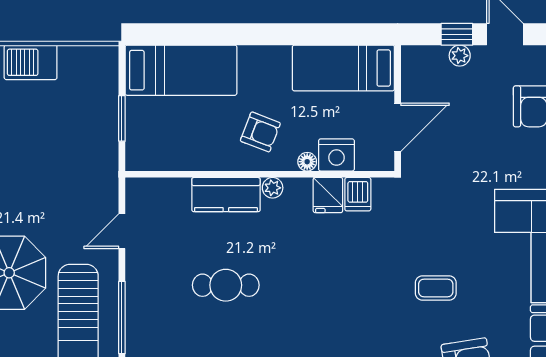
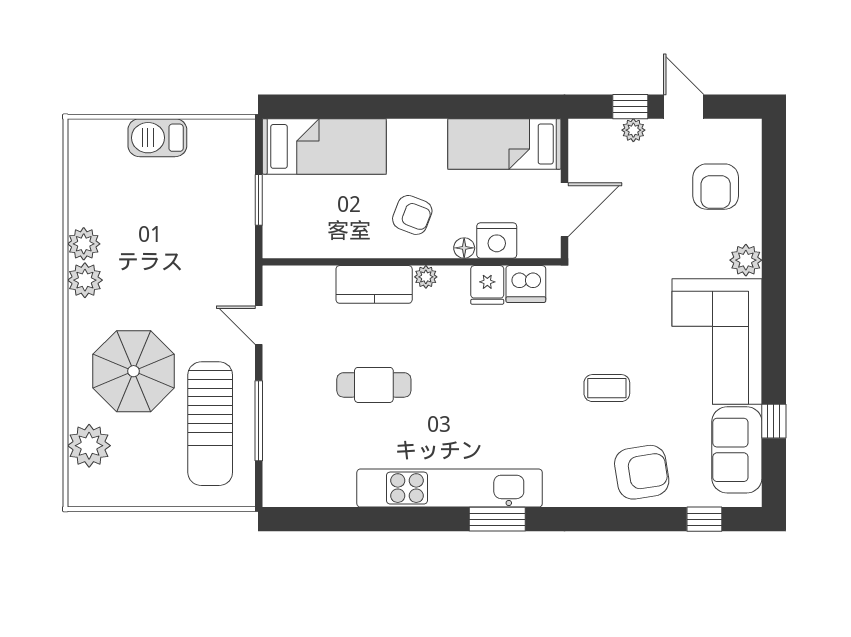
dishwasher: (358, 194) -> (526, 284), width x1.38
door: (122, 231) -> (259, 325), hinge flipped

